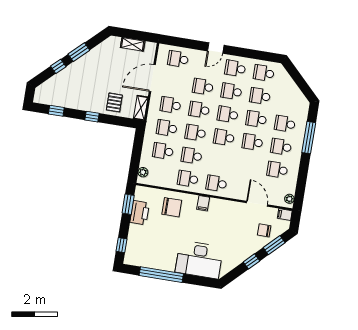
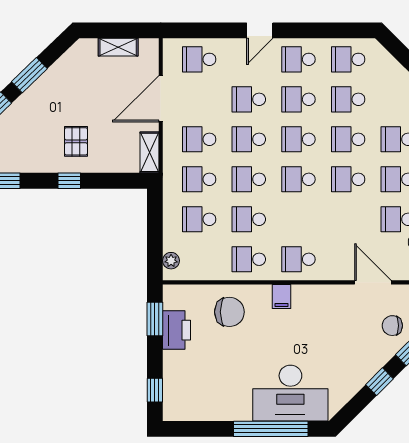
pallet: (114, 102) -> (76, 141), moved
window: (161, 275) -> (271, 429), moved

